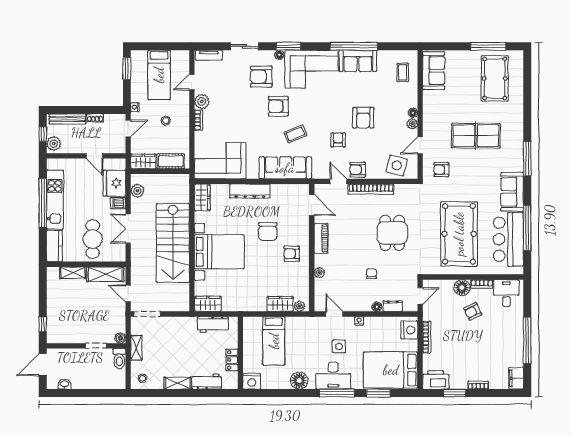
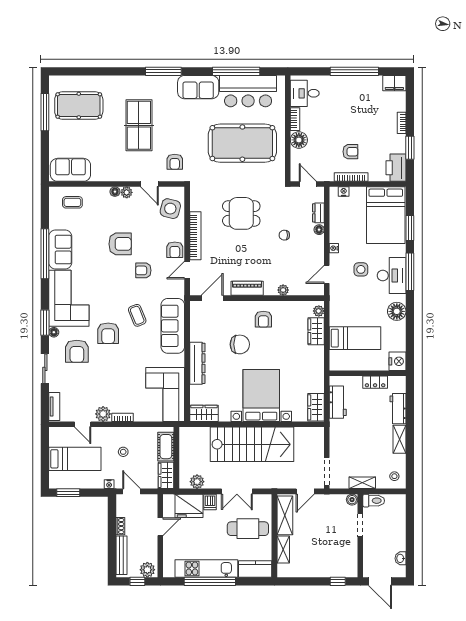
armchair: (473, 311) -> (350, 152), moved, turned -63
nightstand: (409, 330) -> (344, 192), width x0.53, depth x0.56

